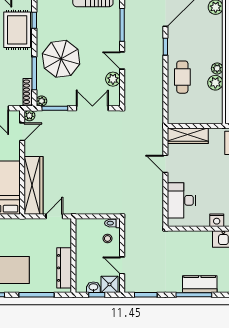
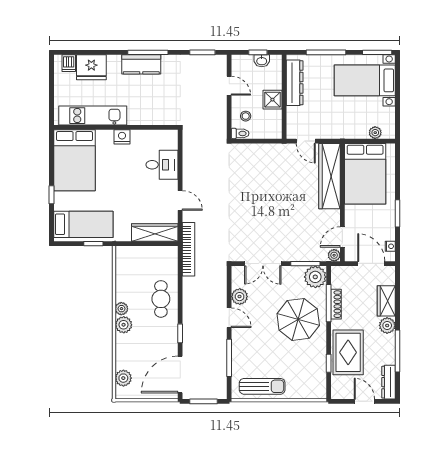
plant: (215, 83) -> (124, 325), moved
shoe rack: (28, 92) -> (336, 304), moved
plant: (41, 101) -> (315, 277), width x1.87, depth x1.87
bookcase: (158, 121) -> (189, 249), added
desk: (181, 200) -> (162, 165), width x0.73
door: (54, 216) -> (306, 141), hinge flipped
shower: (110, 284) -> (272, 100), moved

